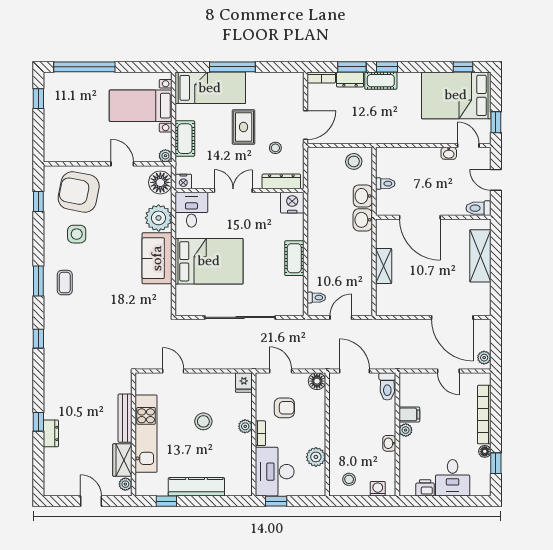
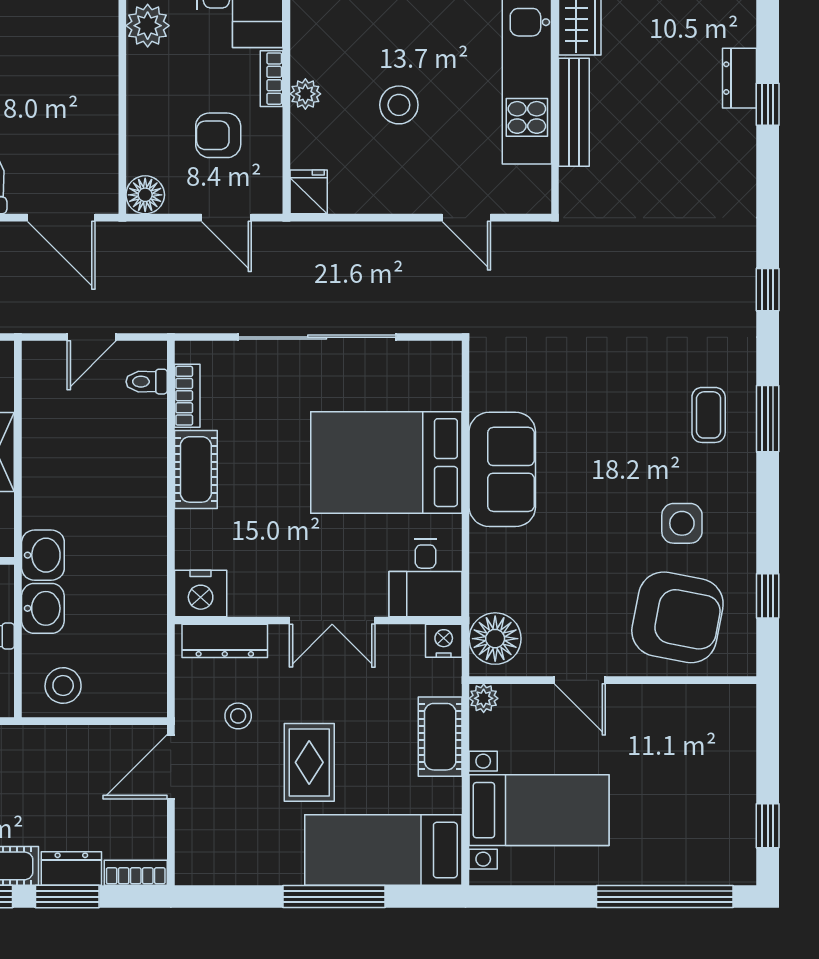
plant: (159, 218) -> (499, 559), removed
bookcase: (298, 291) -> (187, 396), added

